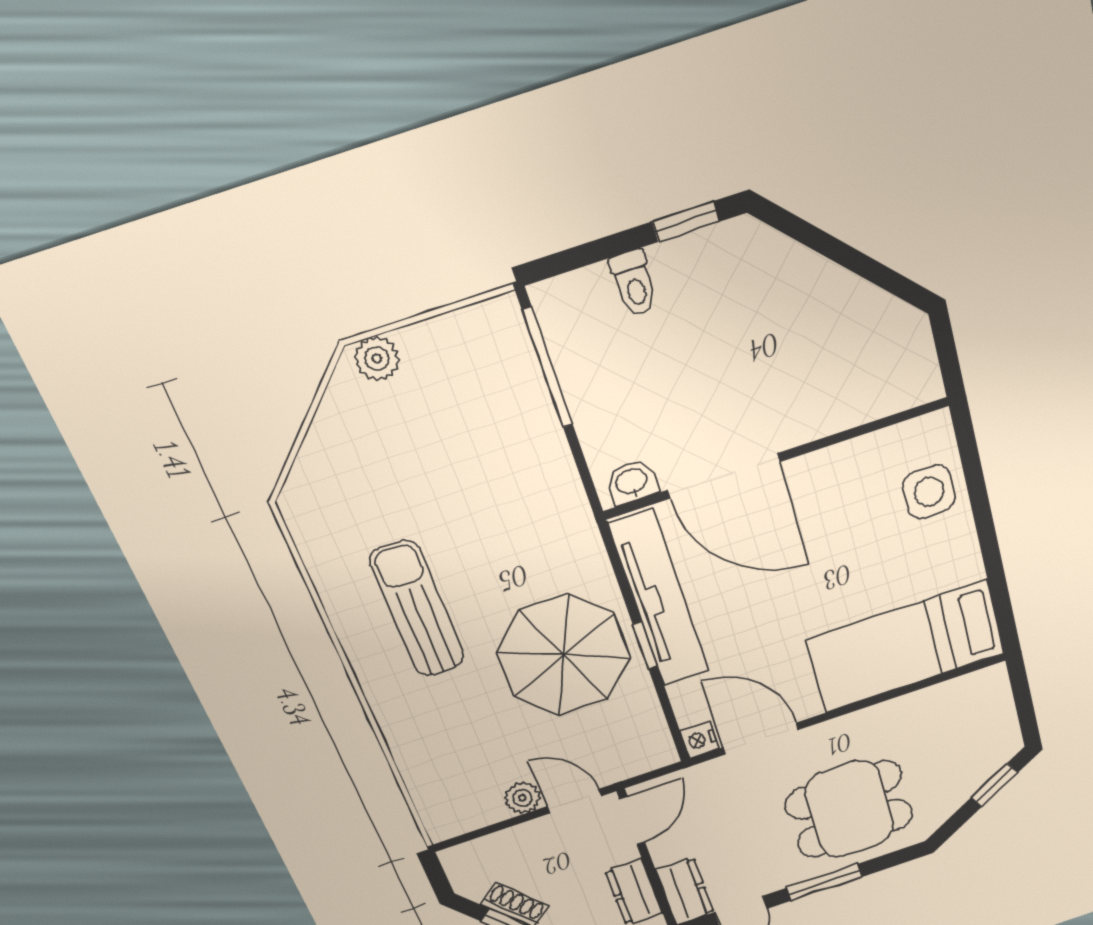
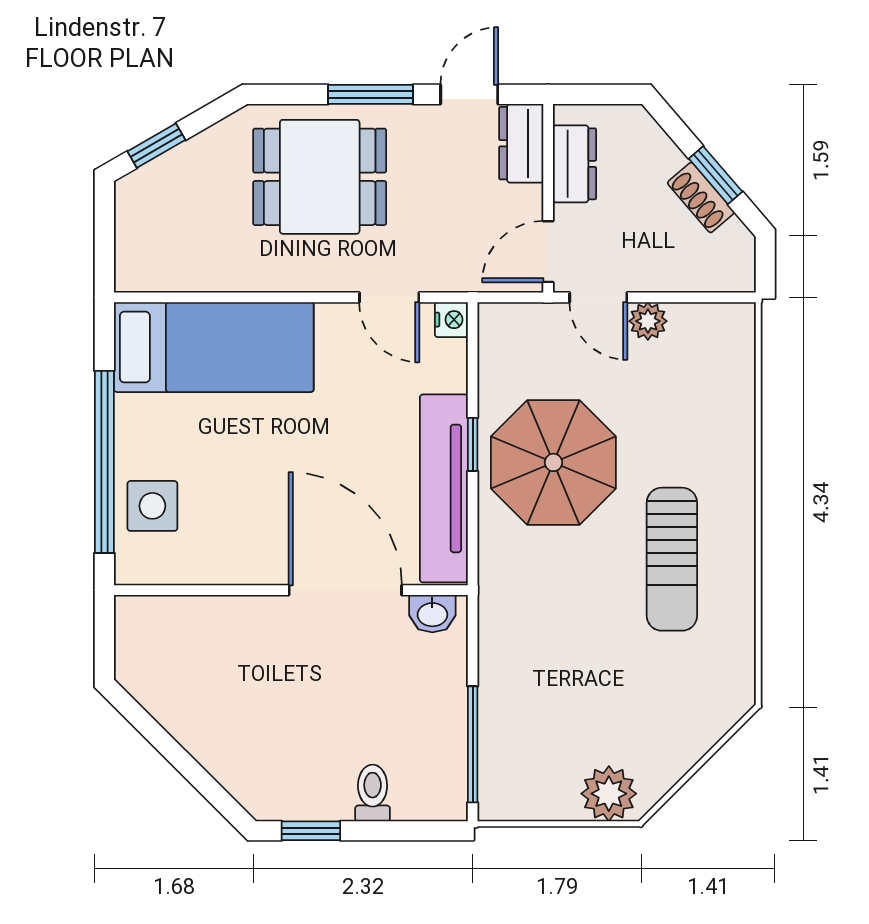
plant: (377, 359) -> (609, 794), width x1.38, depth x1.38
window: (983, 516) -> (104, 462), added
door: (761, 739) -> (389, 297), width x0.73

